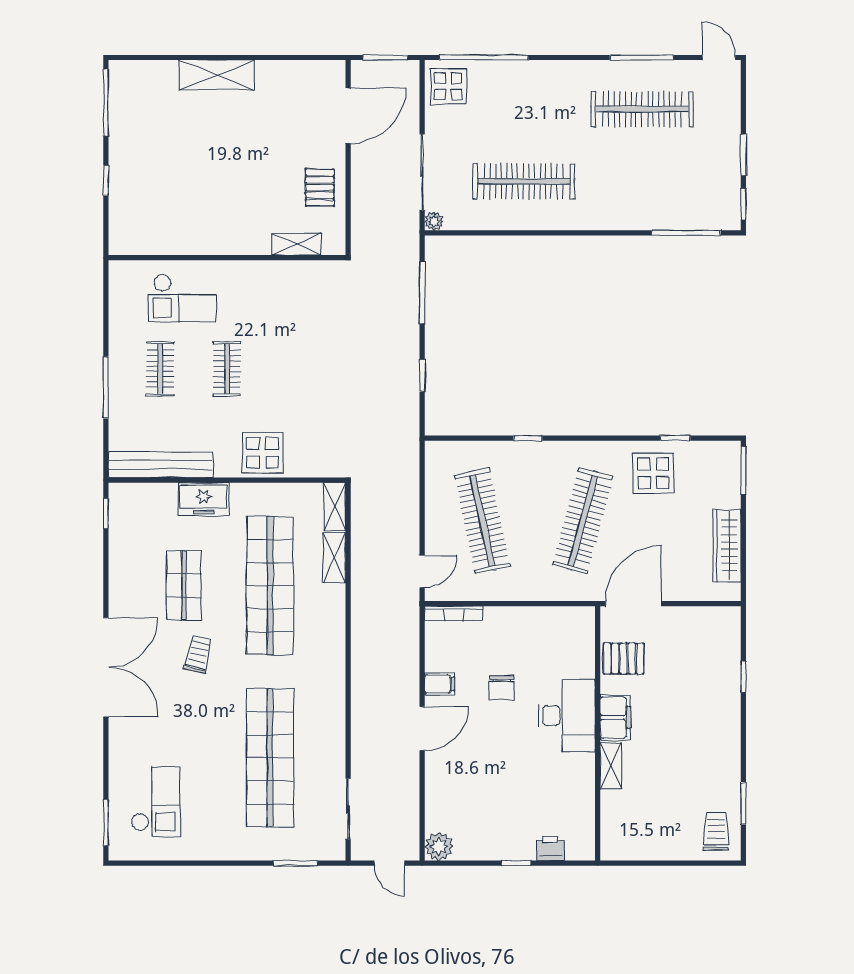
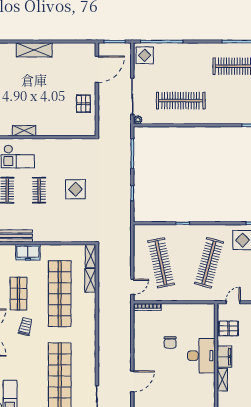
shelving: (297, 244) -> (24, 131), moved
display table: (263, 453) -> (75, 189), moved
door: (633, 604) -> (233, 302), width x0.53
filing cabinet: (440, 684) -> (141, 341), removed
door: (422, 729) -> (132, 381), moved

